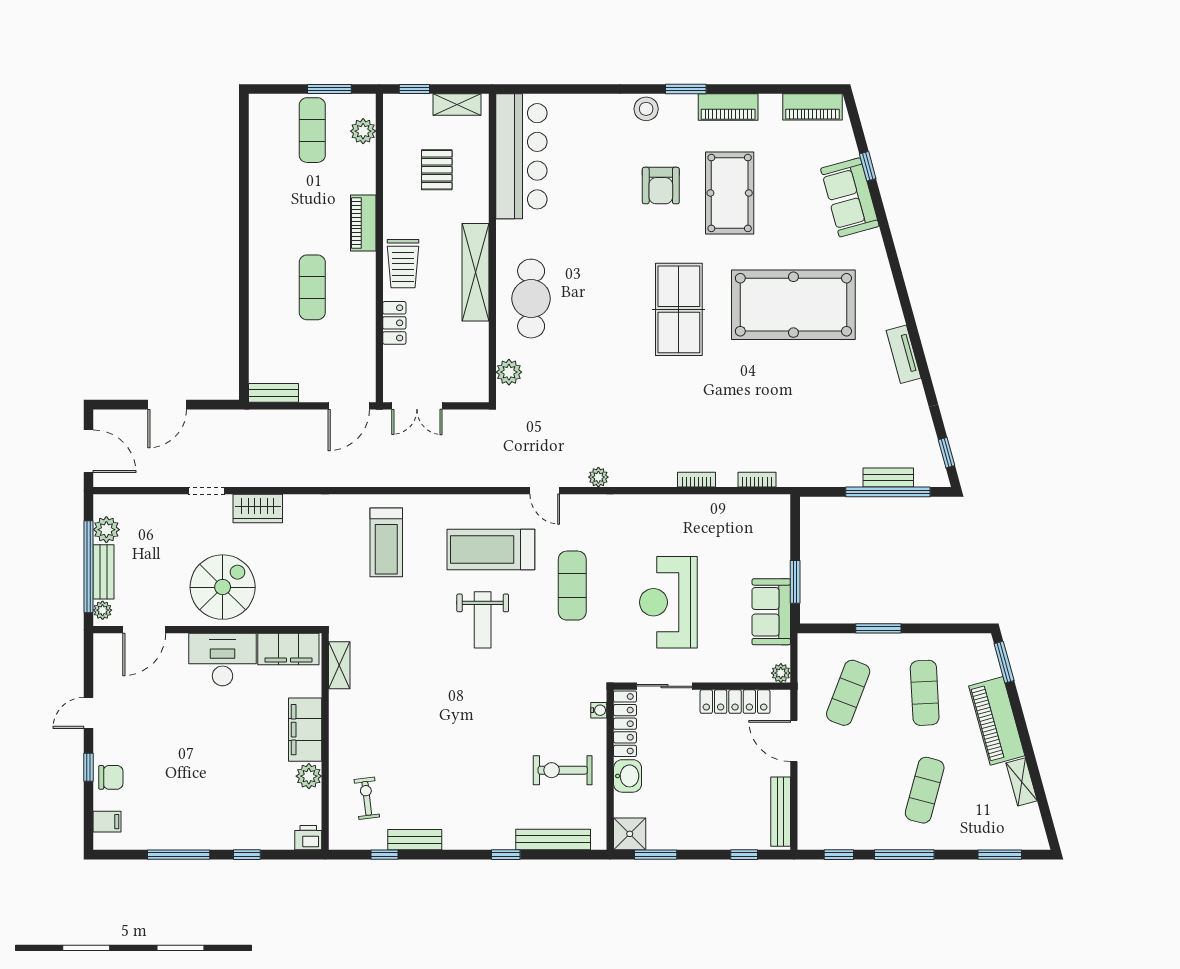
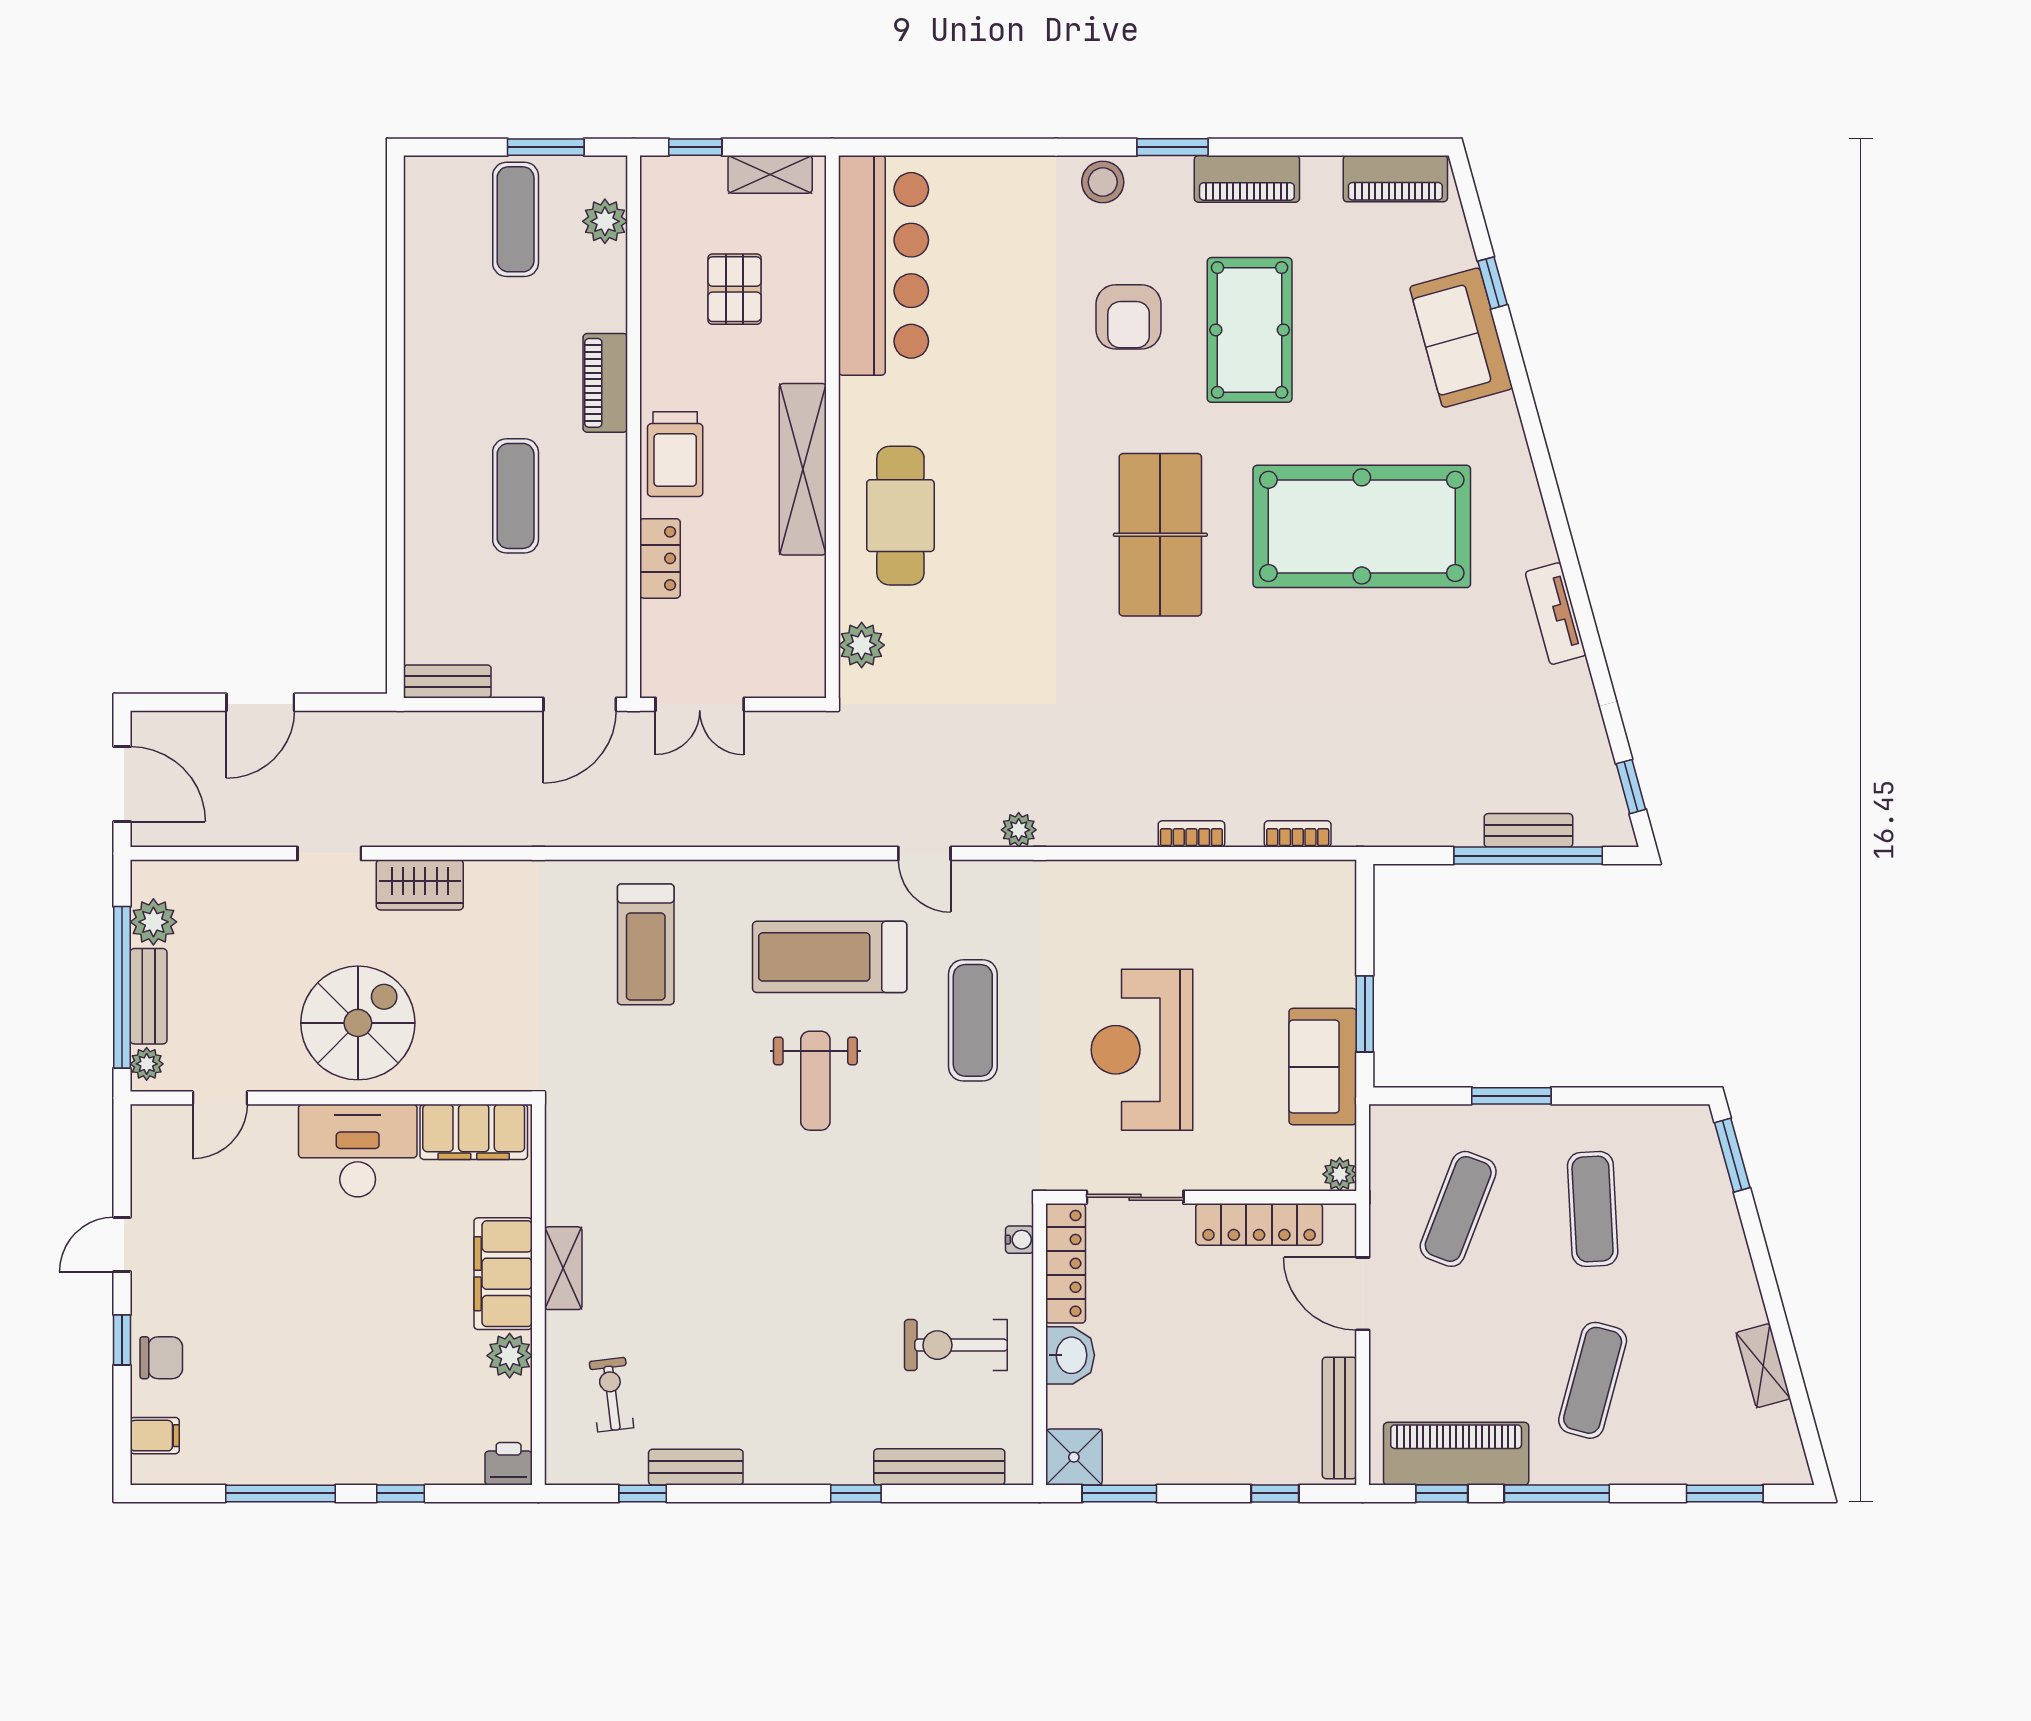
door: (144, 630) -> (220, 1098), width x0.73
shelving: (339, 665) -> (563, 1268), moved
piano: (997, 721) -> (1456, 1454), moved, turned 105

